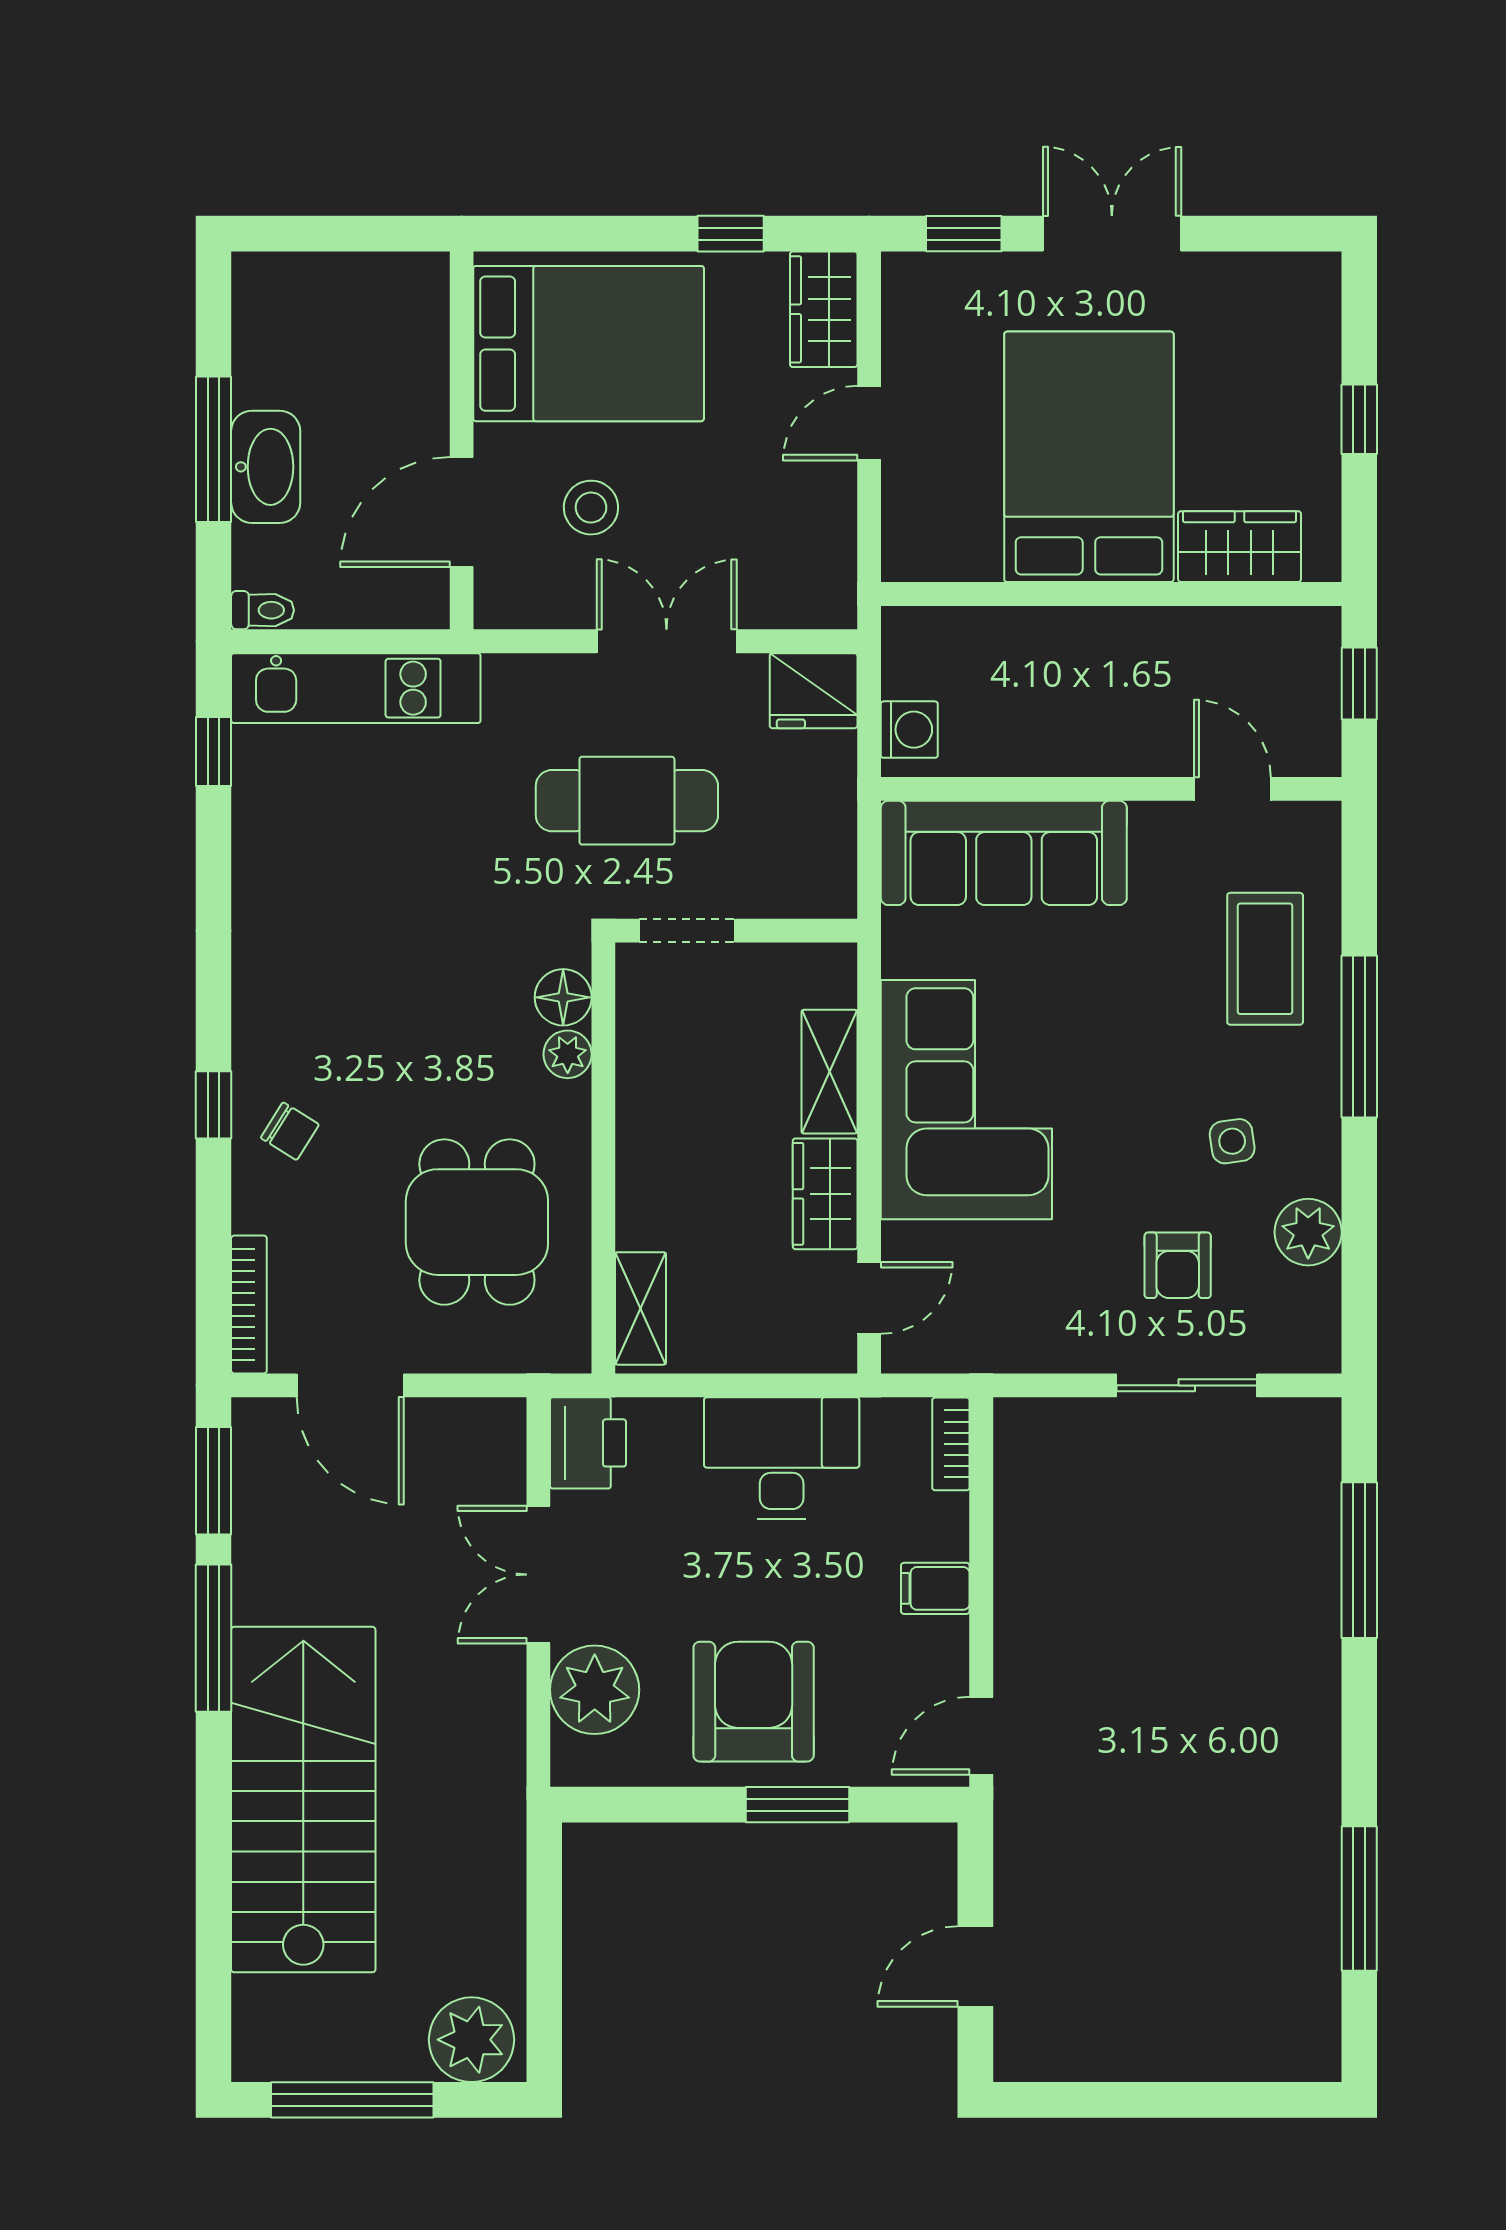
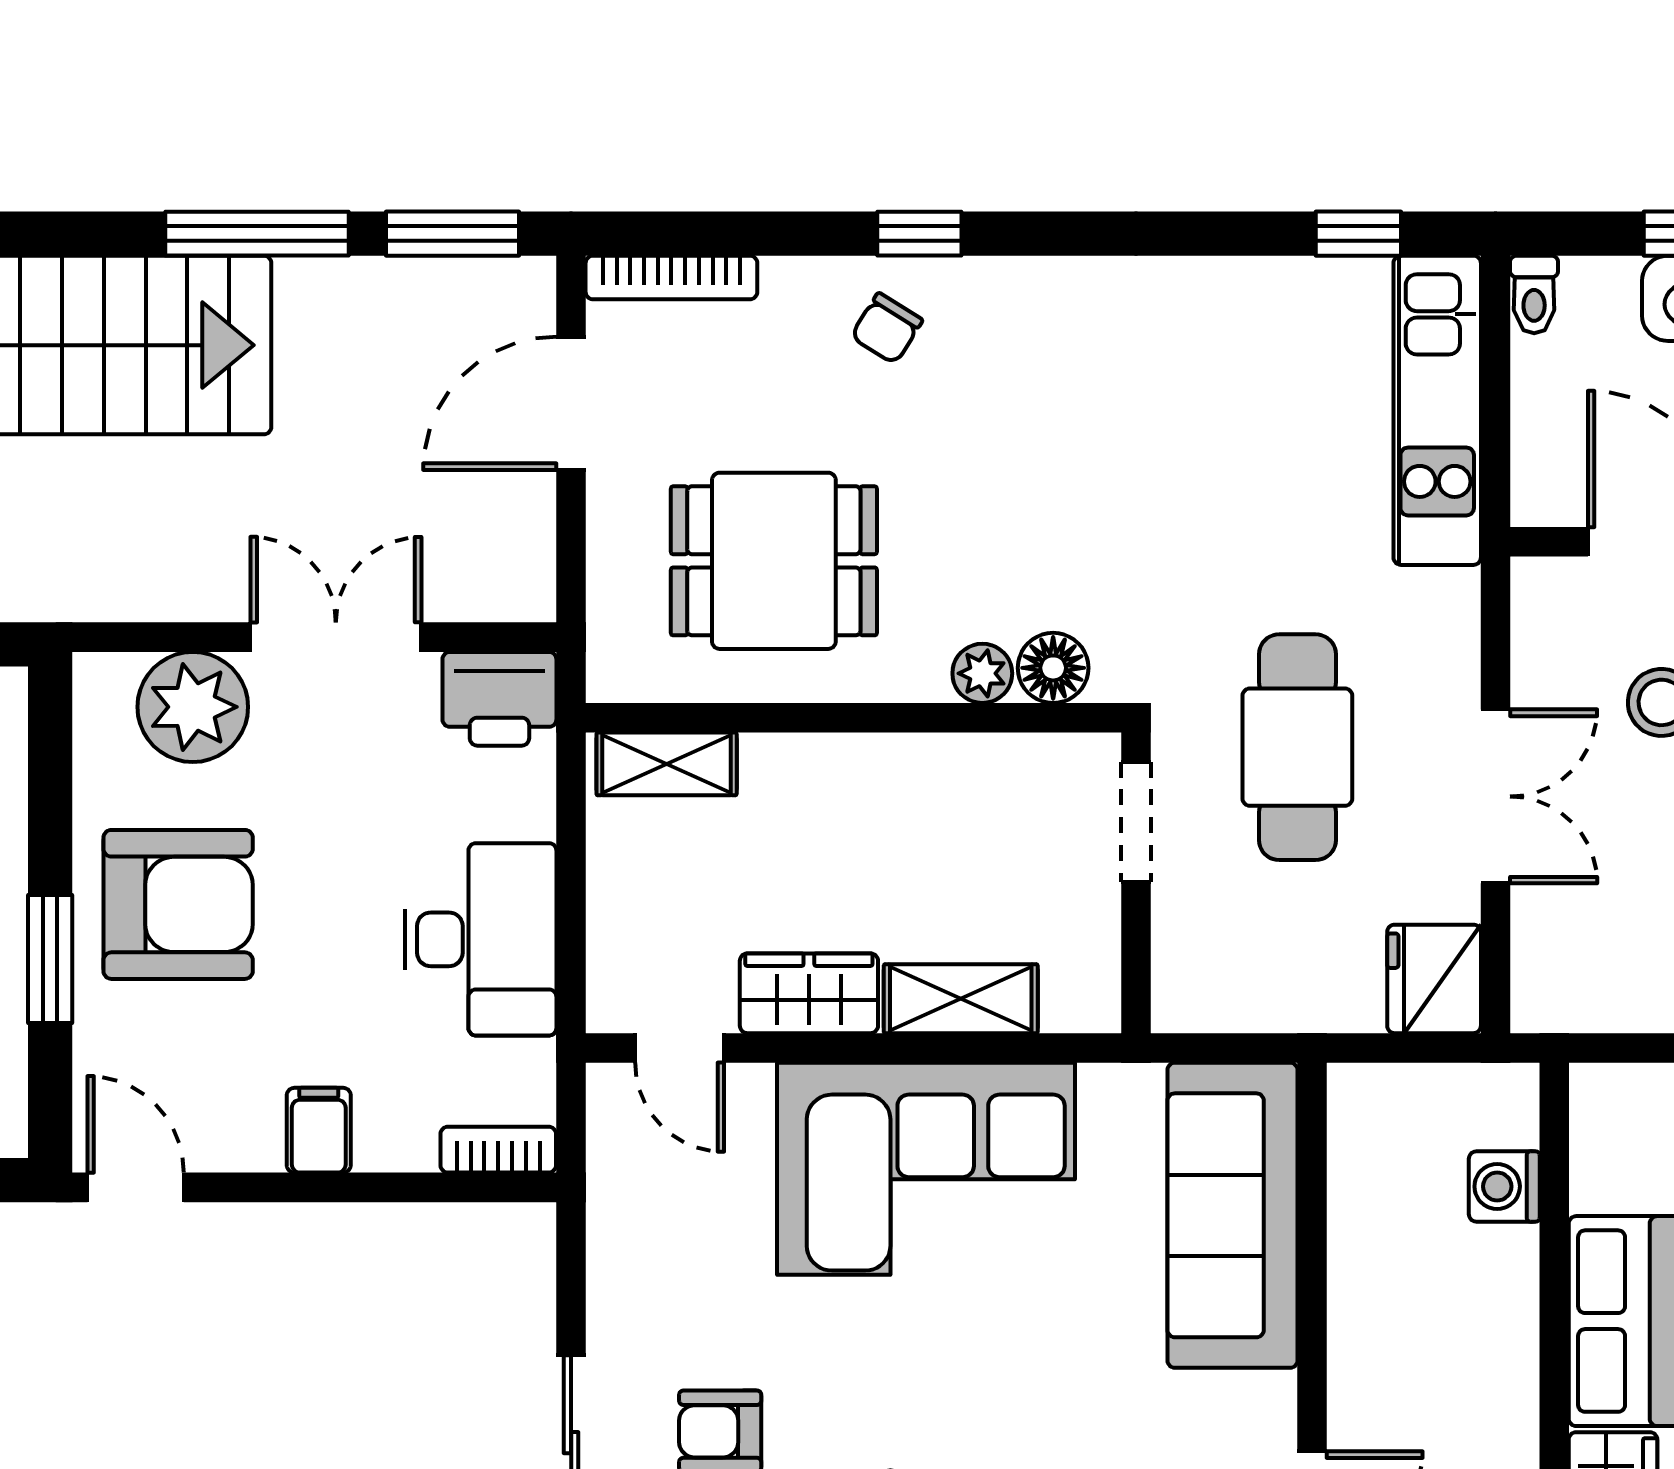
washing machine: (909, 730) -> (1504, 1186), moved, turned 90

